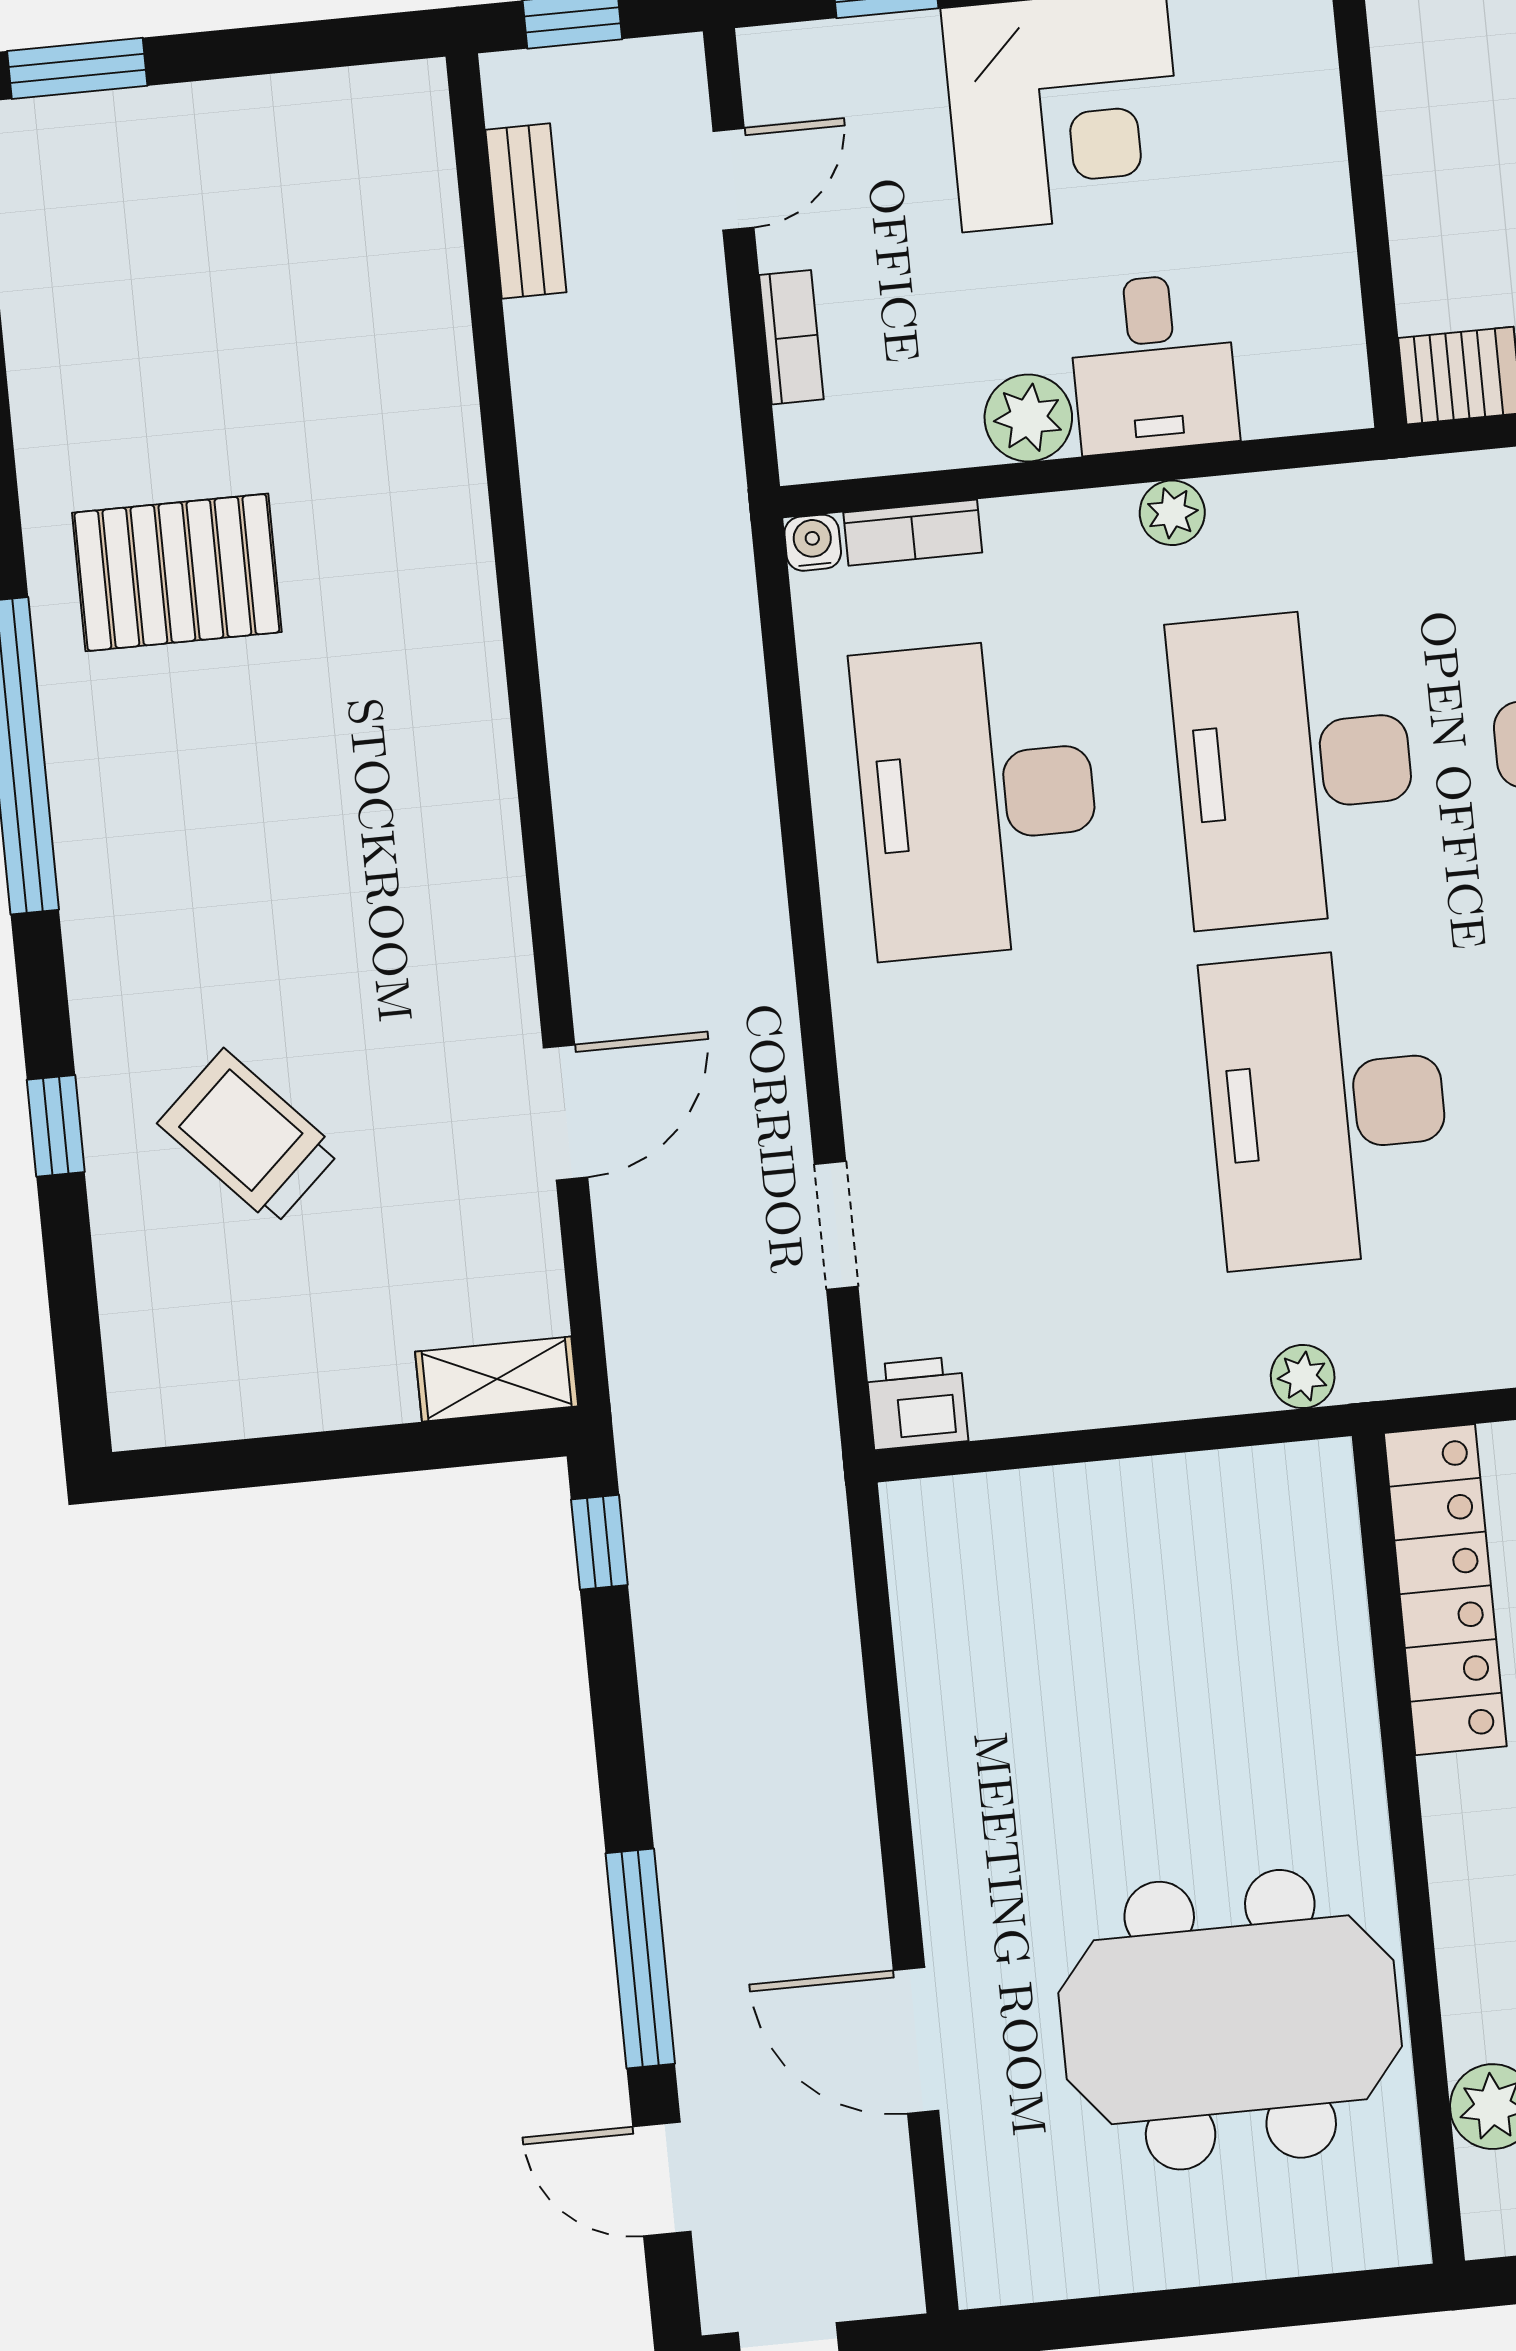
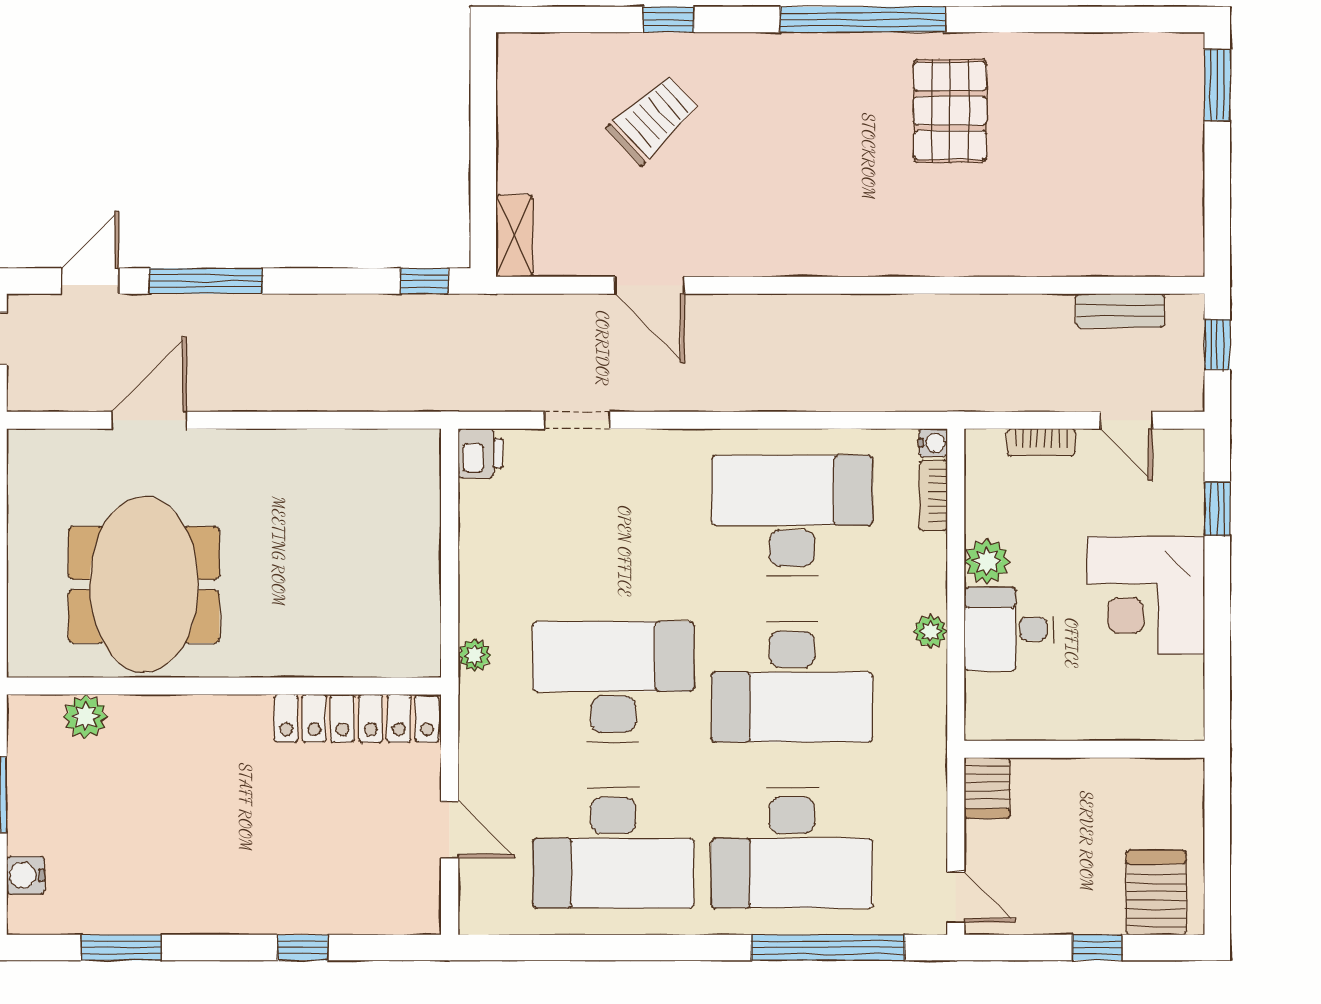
desk: (1294, 767) -> (792, 682), turned 180

